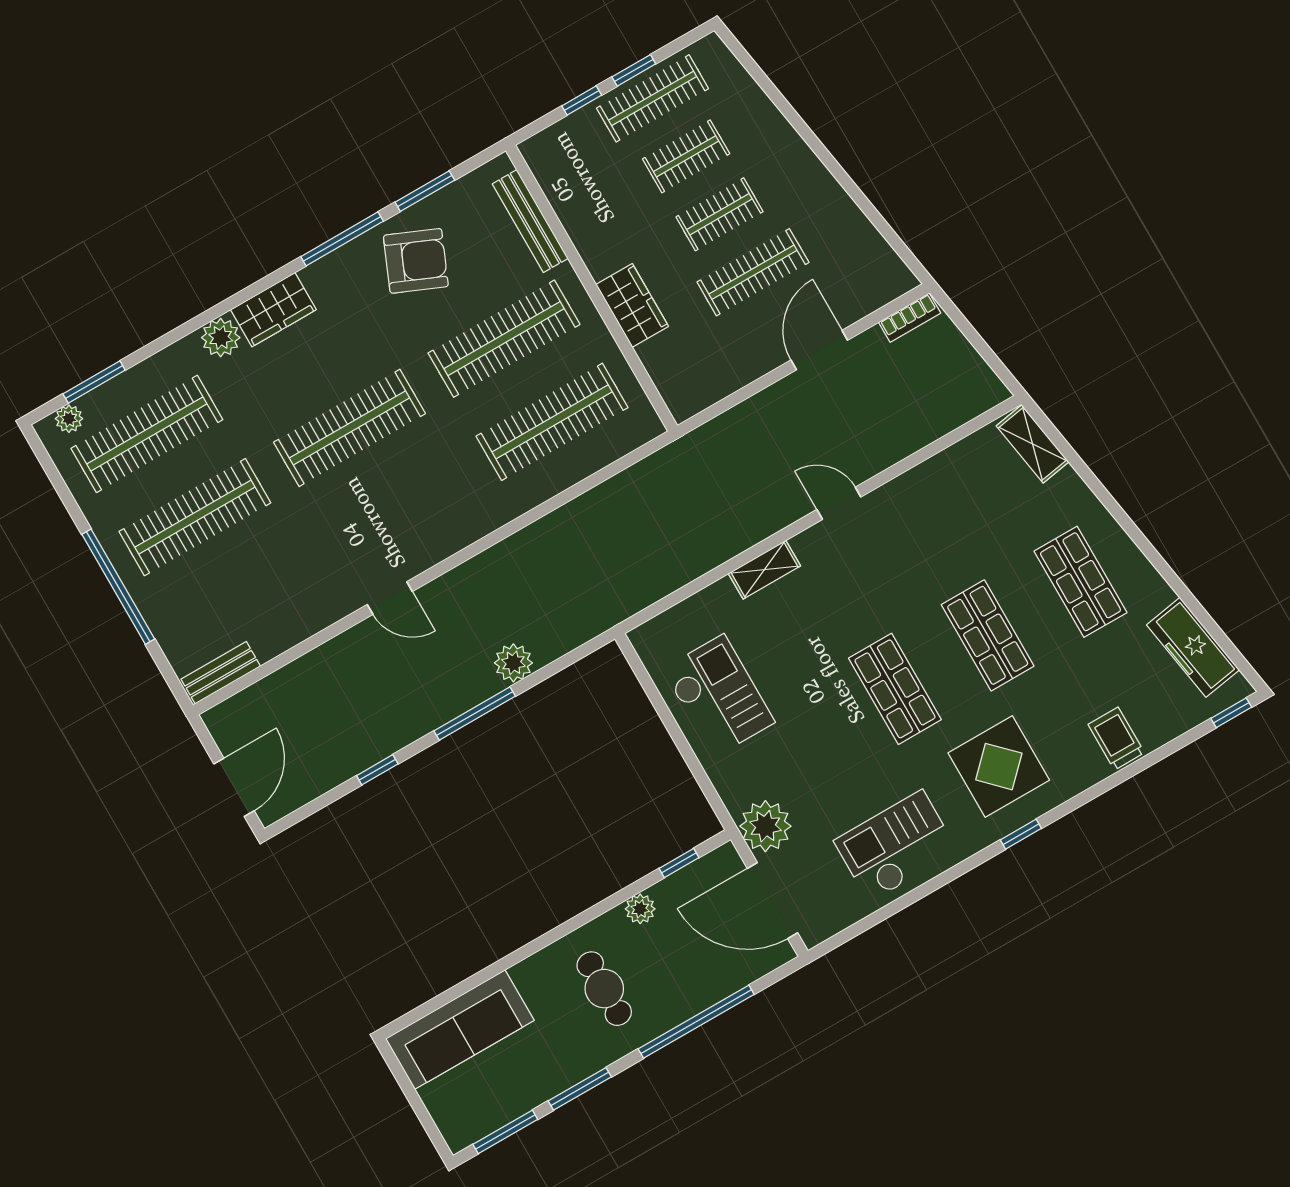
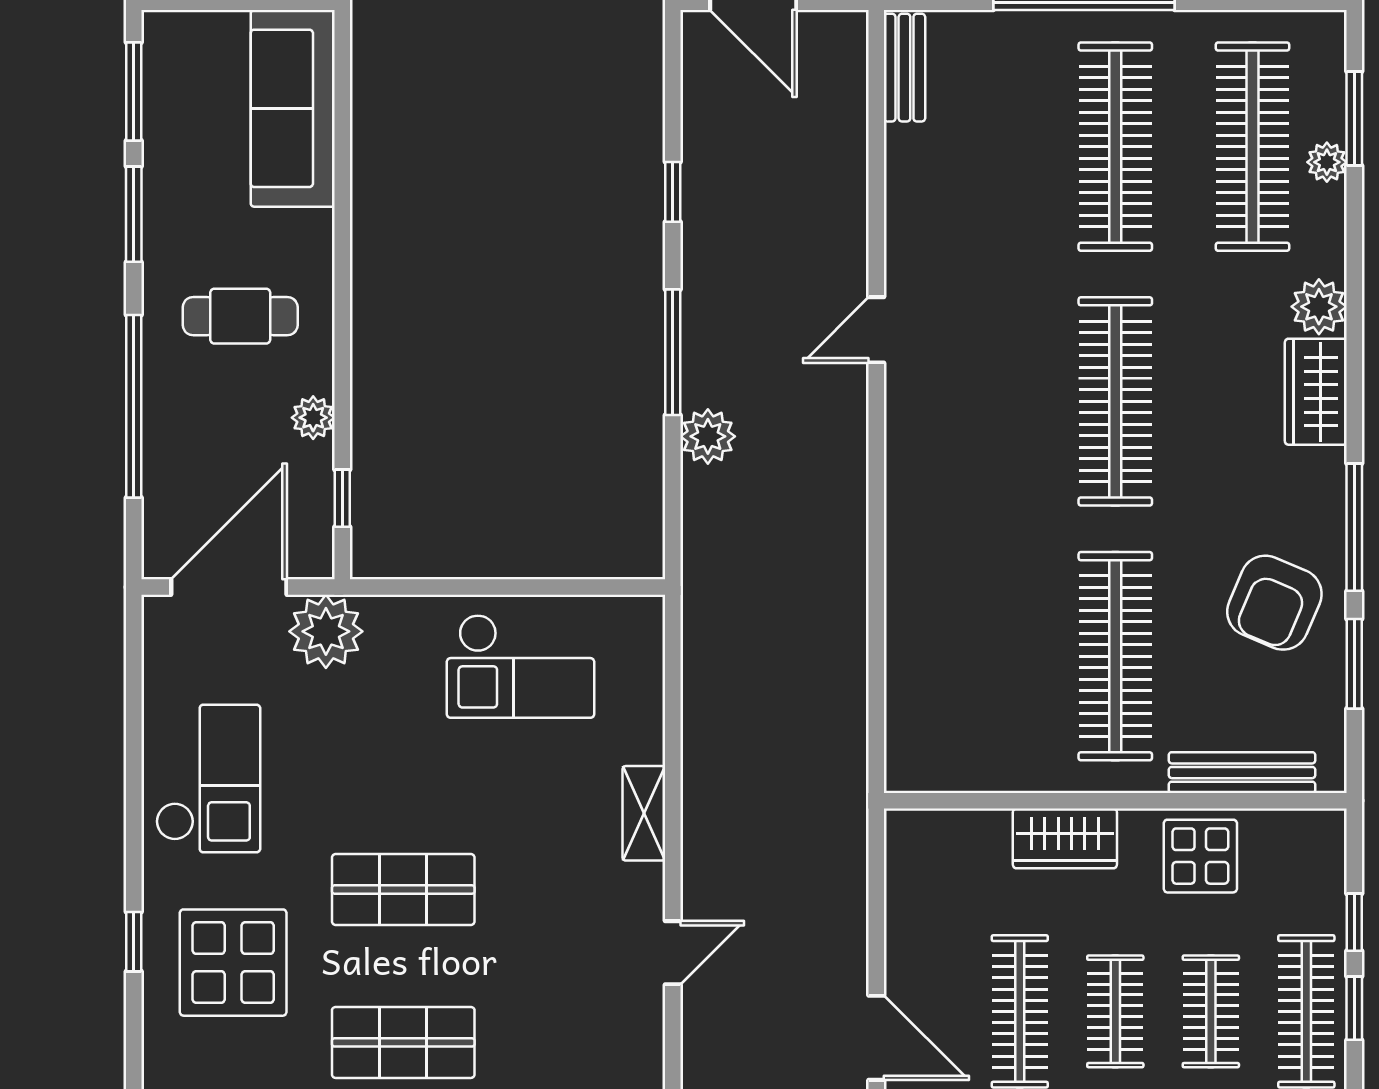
display table: (595, 217) -> (1200, 856), added
plant: (69, 419) -> (1327, 162), moved
clothes rail: (552, 422) -> (978, 656), removed

